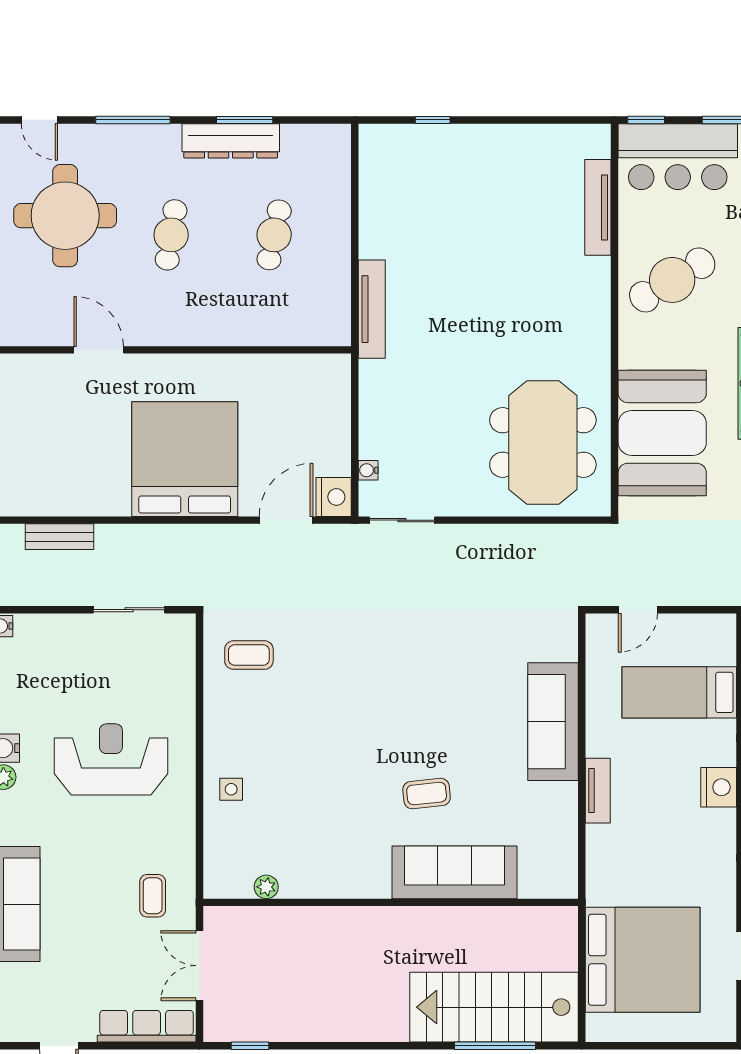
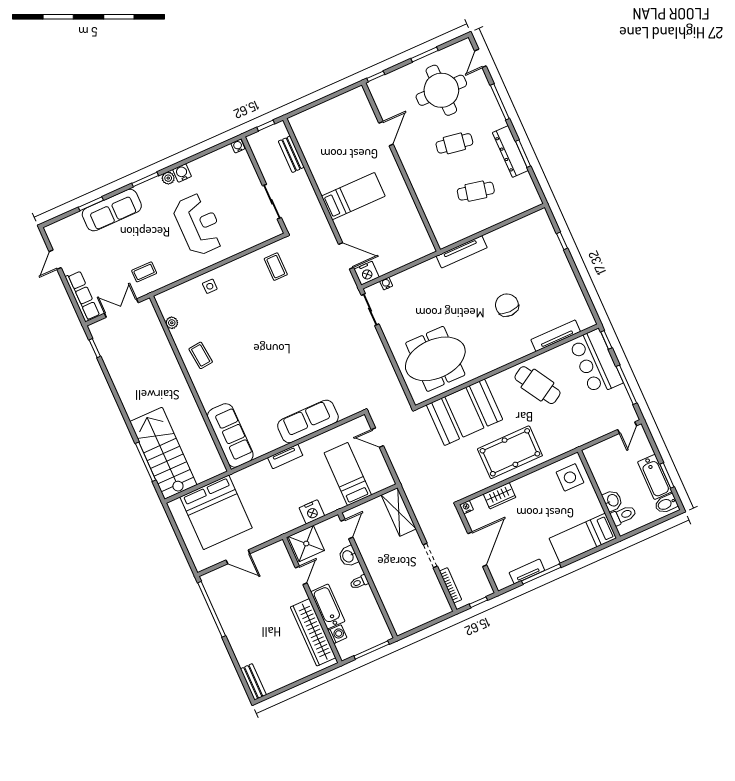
chair: (504, 271) -> (507, 305), added
bed: (185, 459) -> (353, 196), width x0.49
coffee table: (427, 794) -> (201, 355), moved
sofa: (455, 872) -> (230, 435), moved

